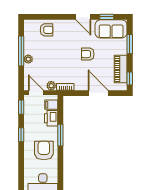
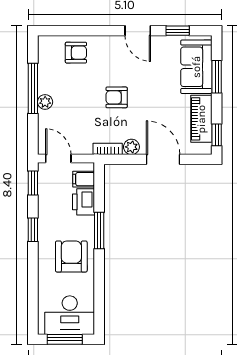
sofa: (111, 29) -> (196, 67), moved, turned 90
armchair: (88, 54) -> (117, 97), moved
plant: (51, 86) -> (131, 147), moved

